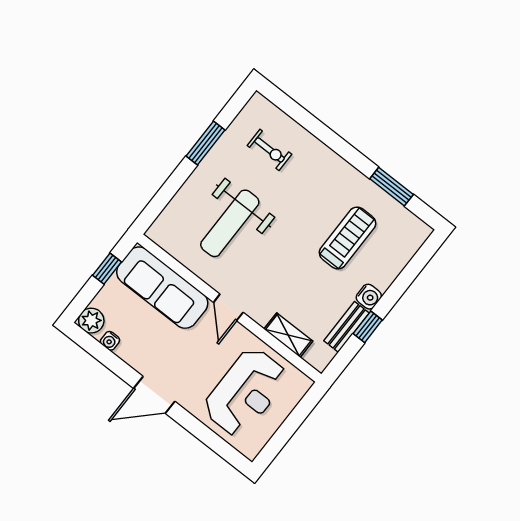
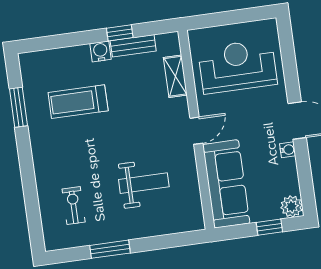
weight bench: (230, 223) -> (144, 183), width x0.73, depth x0.75
window: (107, 269) -> (269, 227), moved
water cooler: (110, 341) -> (288, 150), moved

